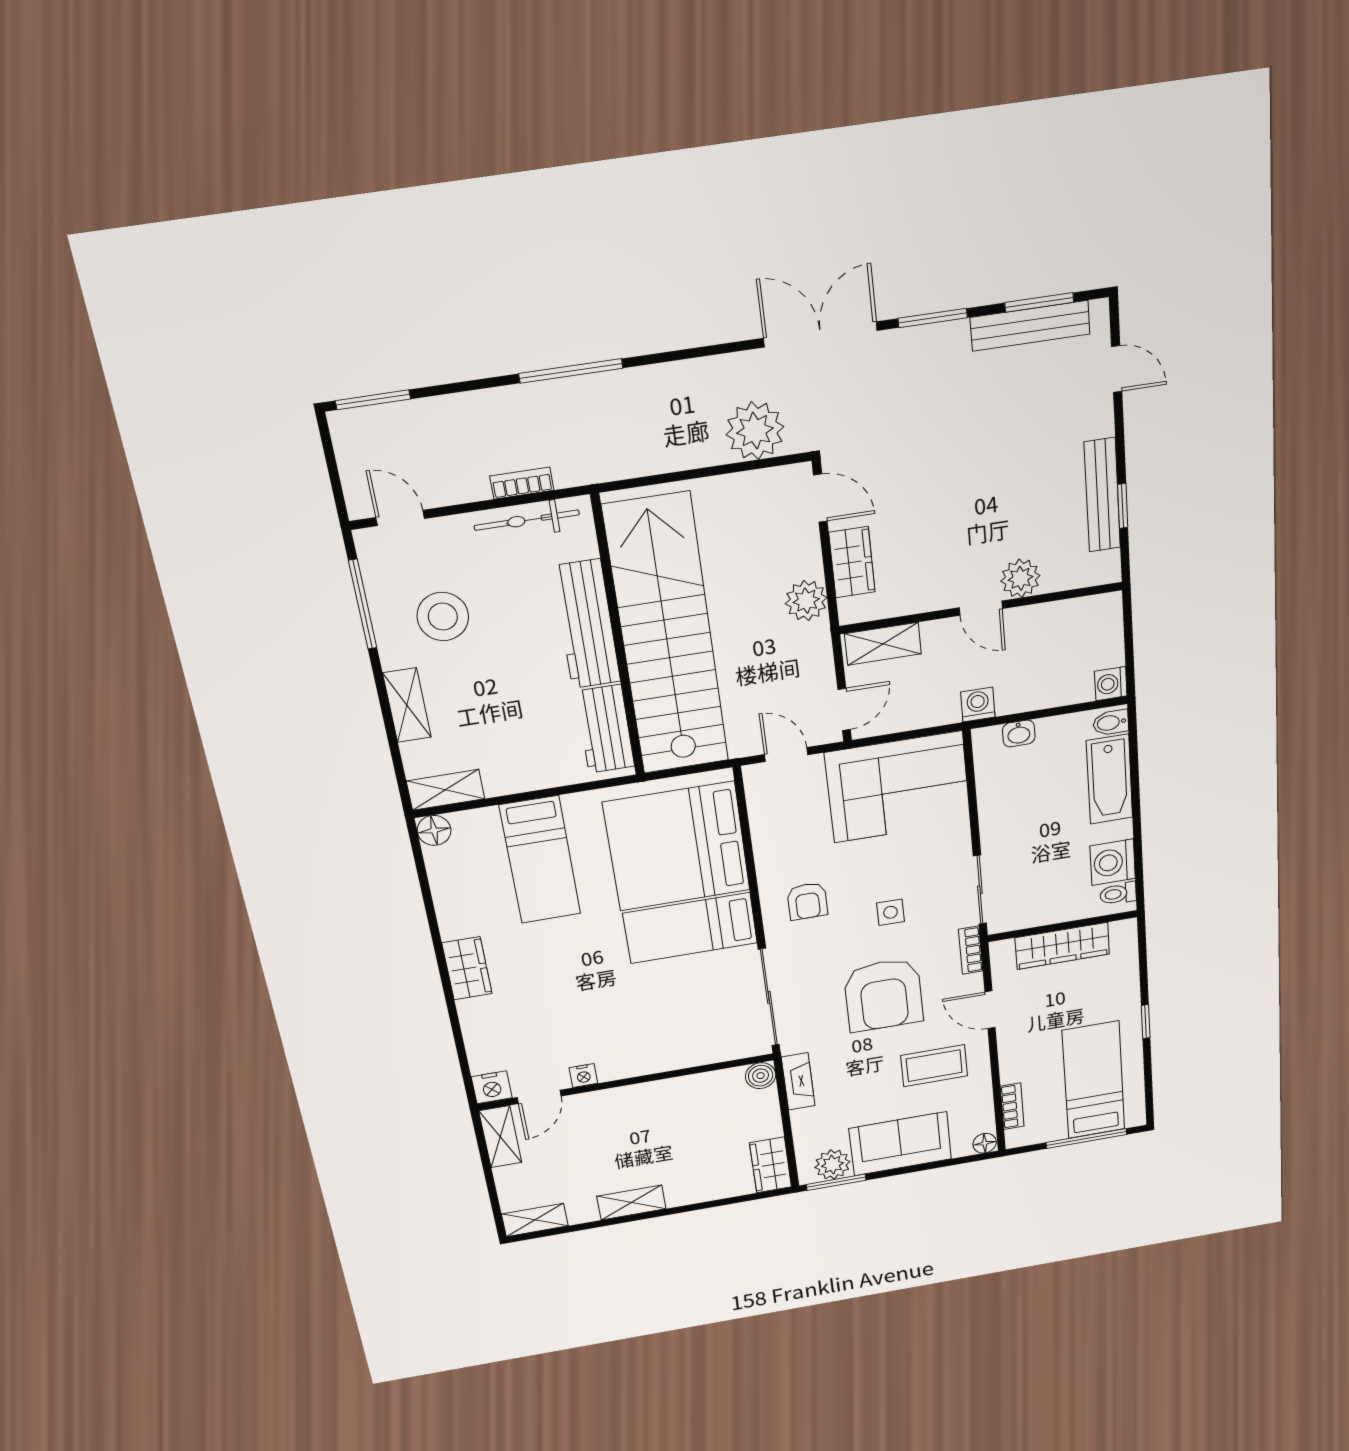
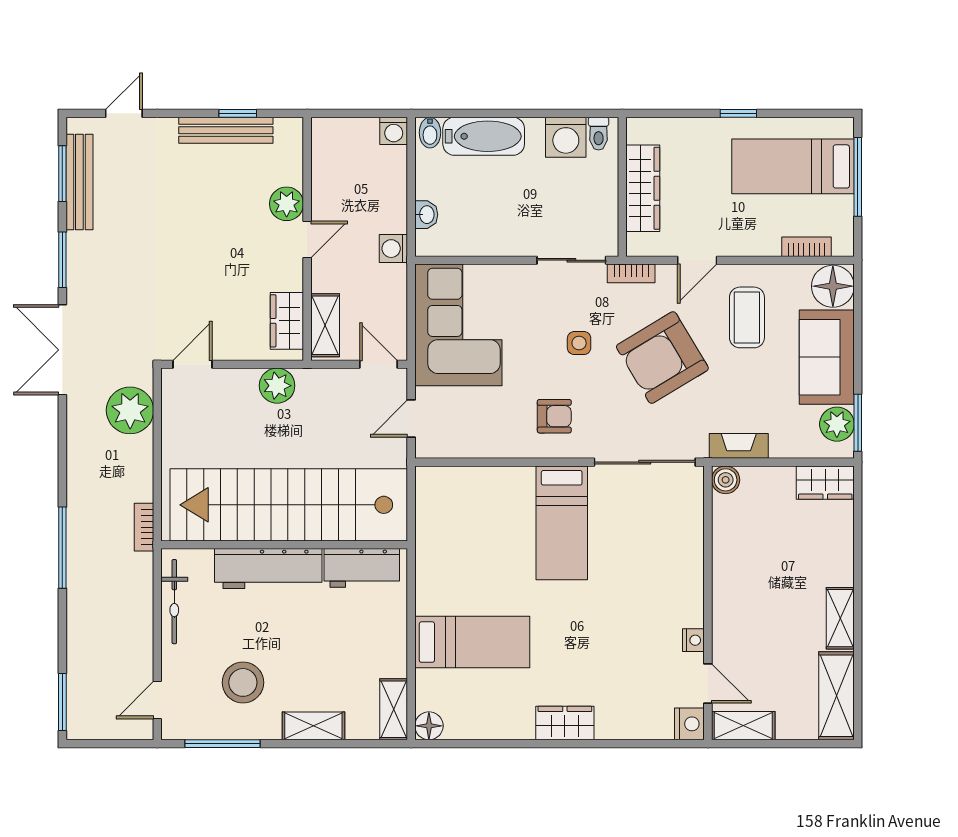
bookcase: (522, 483) -> (144, 527), moved
wardrobe: (852, 562) -> (287, 321), moved, turned -90
bed: (677, 846) -> (481, 523), removed
armchair: (884, 995) -> (662, 358), turned 149
floor lamp: (985, 1143) -> (833, 286), width x1.89, depth x1.89
shelving: (535, 1220) -> (836, 696), width x1.50, depth x1.33

